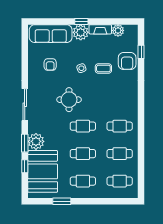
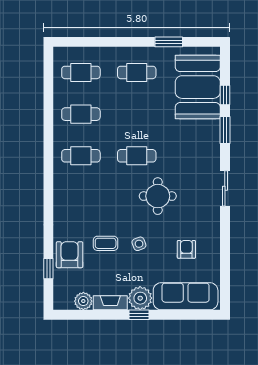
sliding door: (25, 105) -> (225, 188), width x0.73
plant: (36, 141) -> (208, 133), removed
cafe table: (83, 154) -> (137, 114), removed

